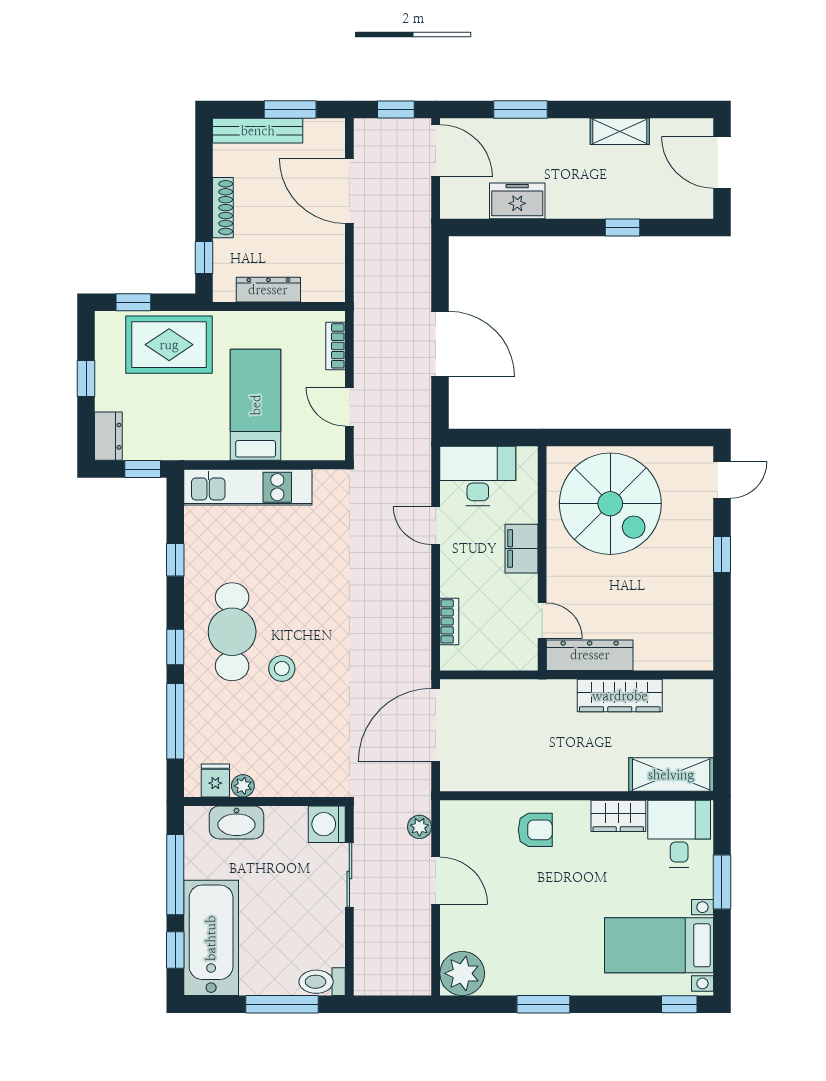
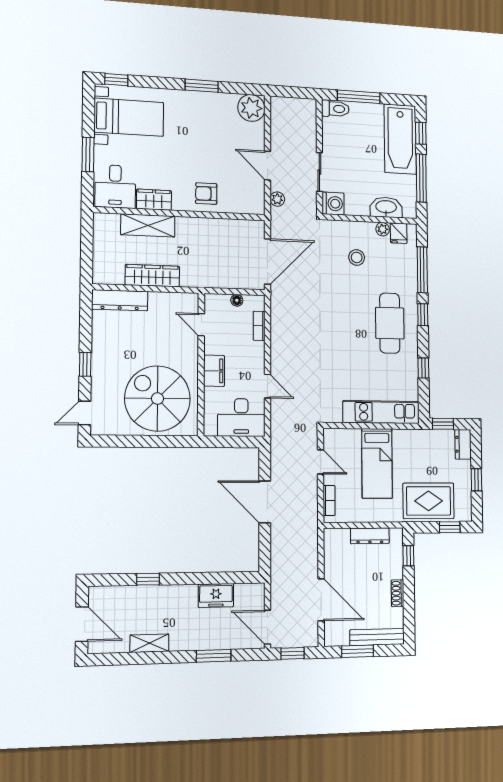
shoe rack: (223, 208) -> (398, 593), width x0.70
dresser: (590, 655) -> (120, 300), moved
floor lamp: (485, 661) -> (237, 300), added
stool: (282, 668) -> (357, 257), moved
shelving: (671, 775) -> (148, 225), moved

